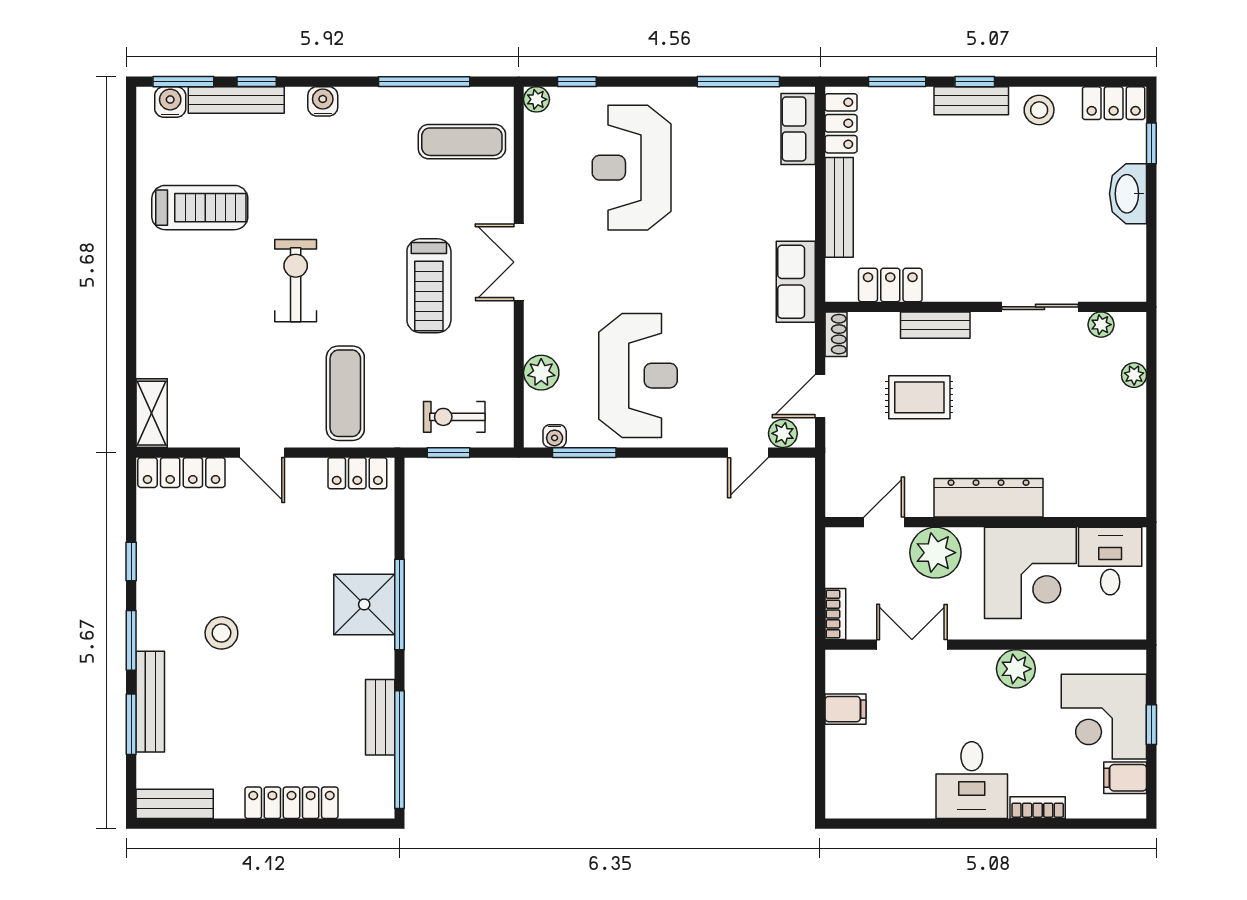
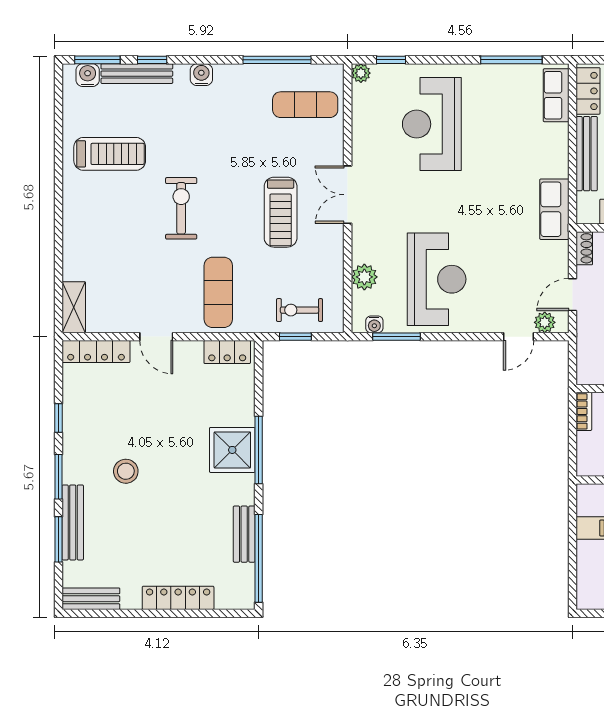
bookcase: (835, 614) -> (584, 411), moved

